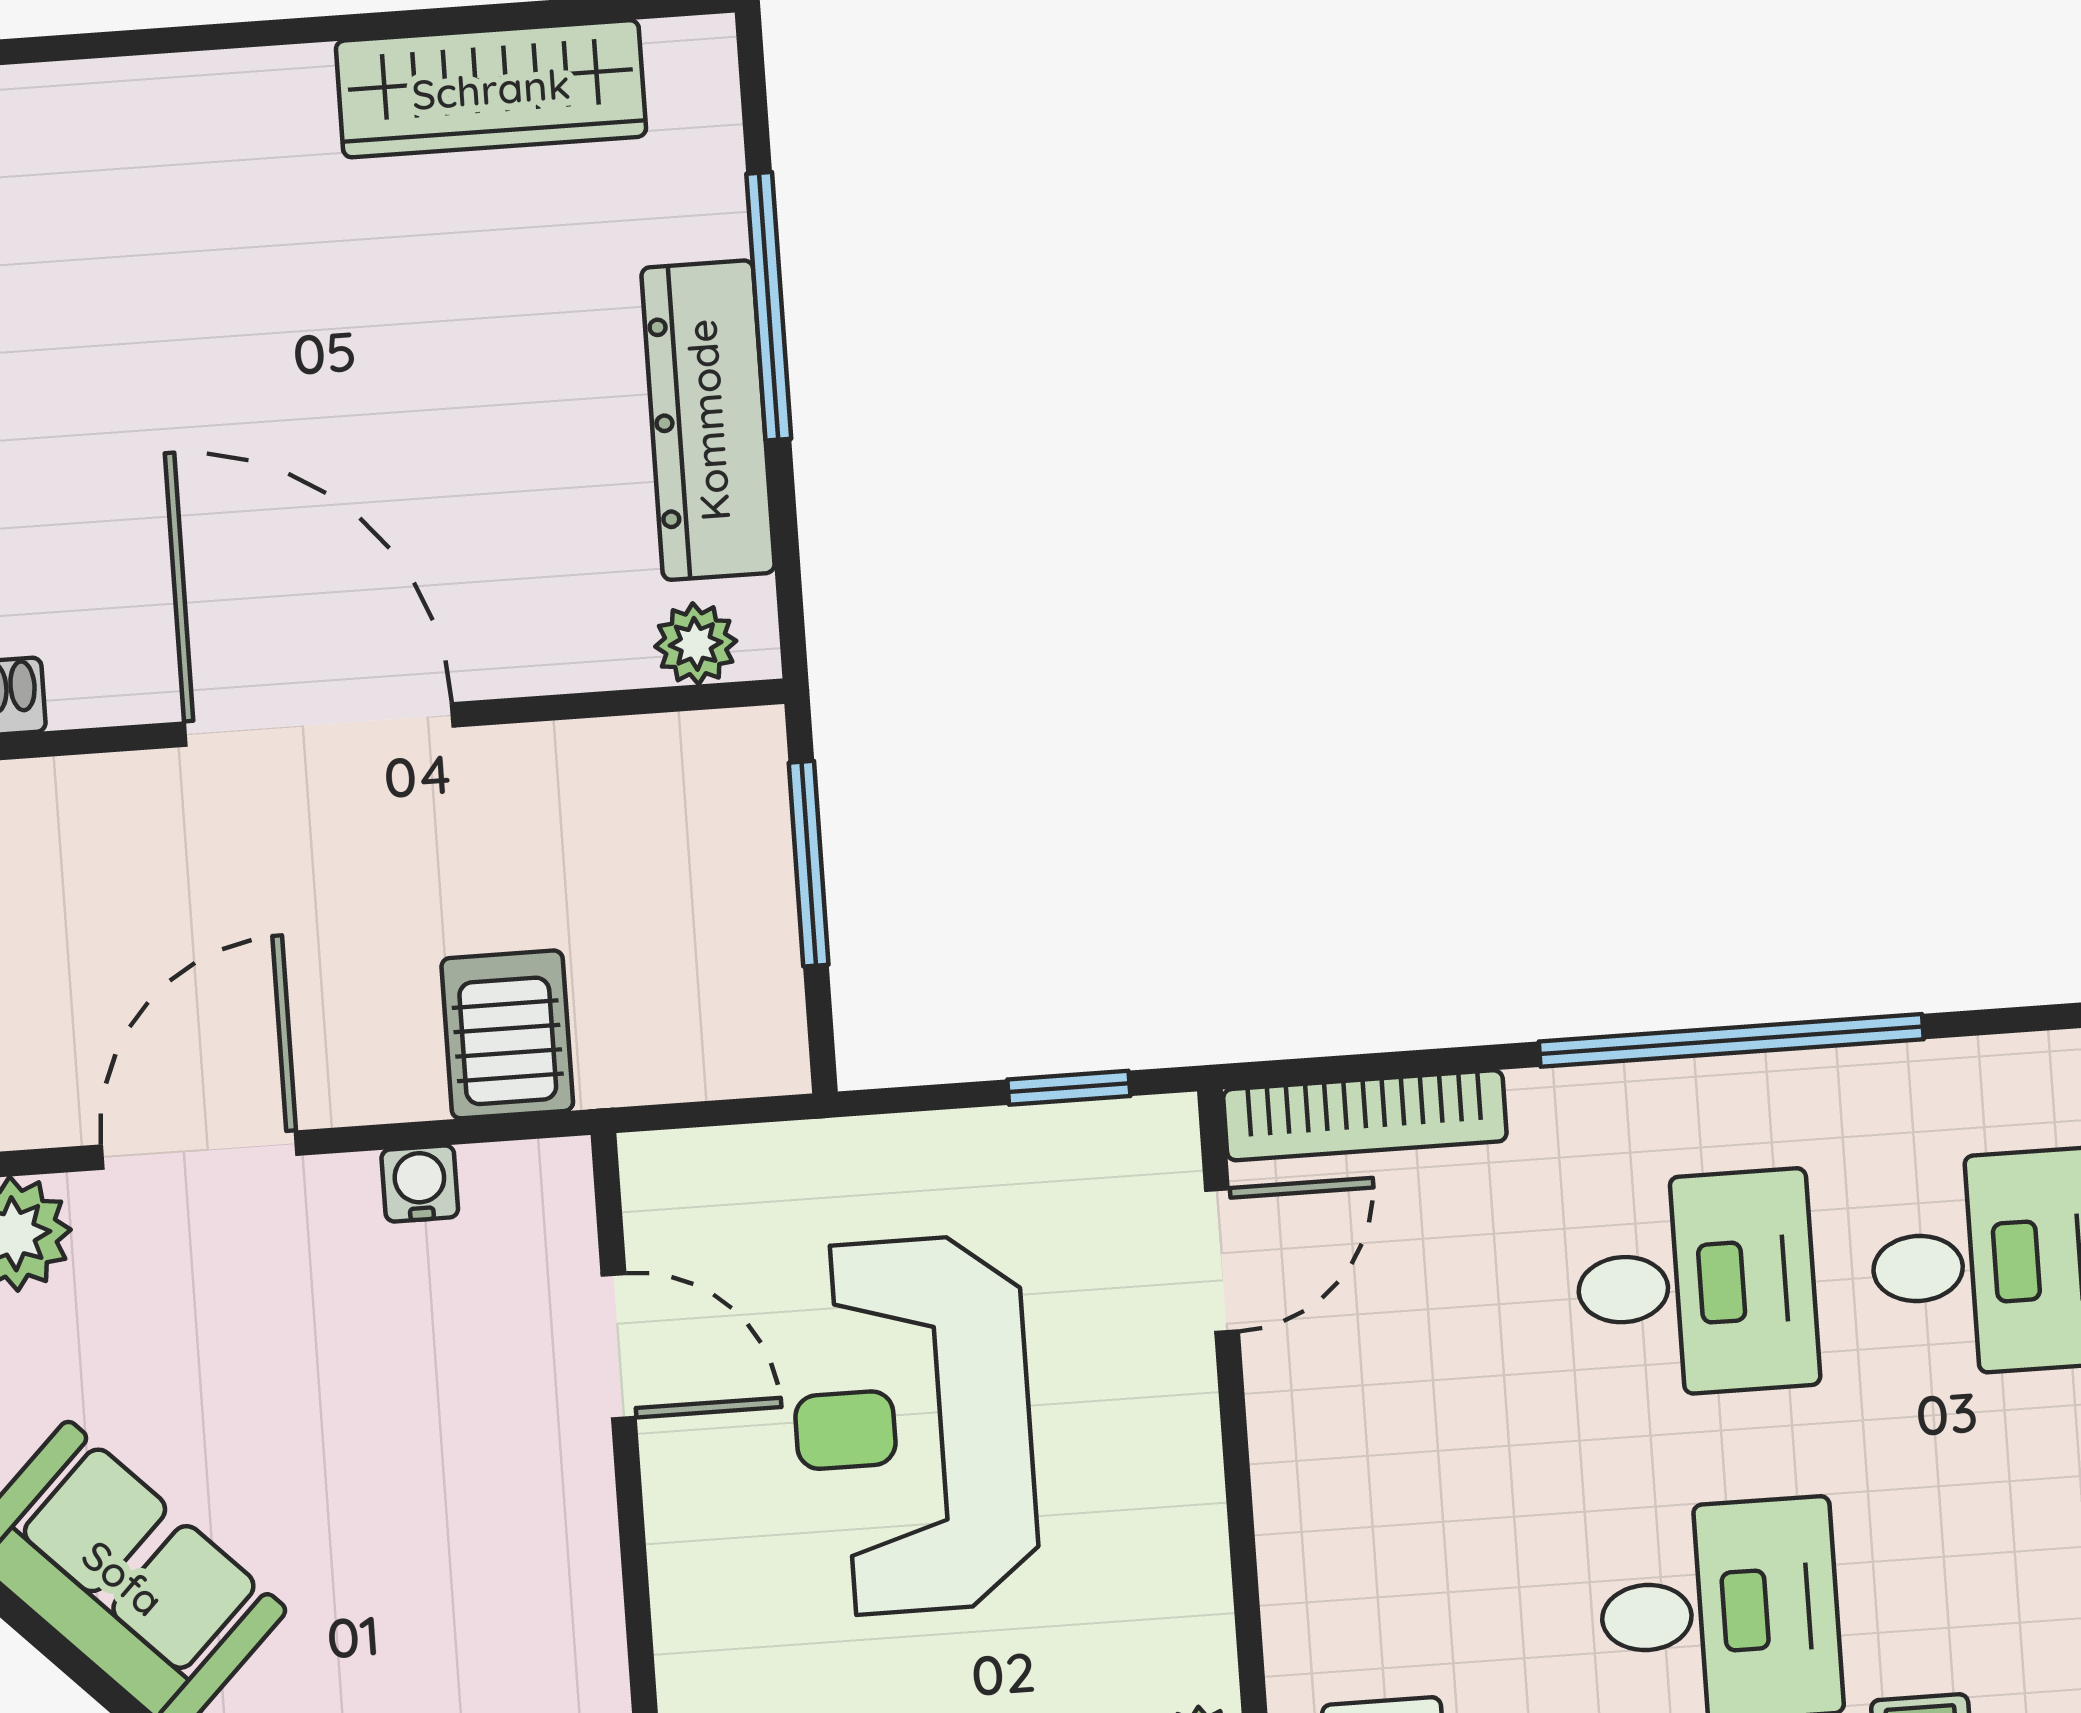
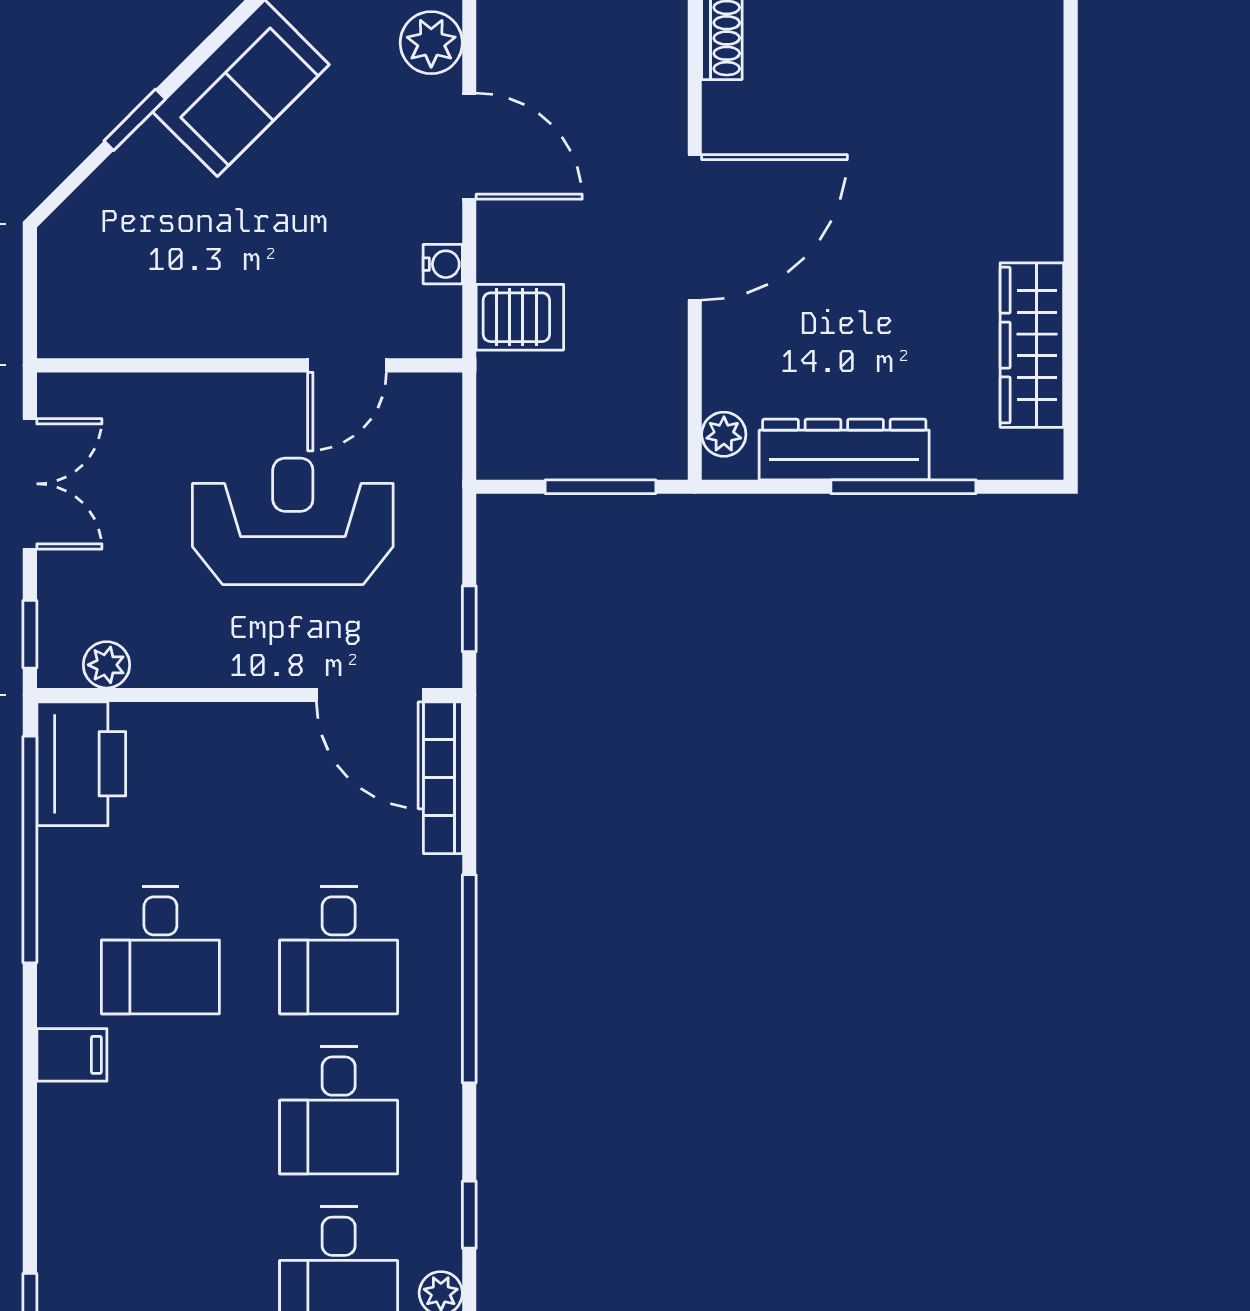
door: (1222, 1261) -> (370, 695), width x1.38

